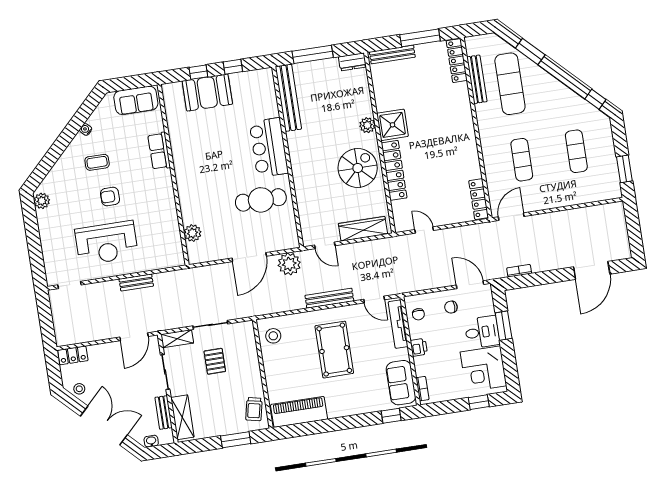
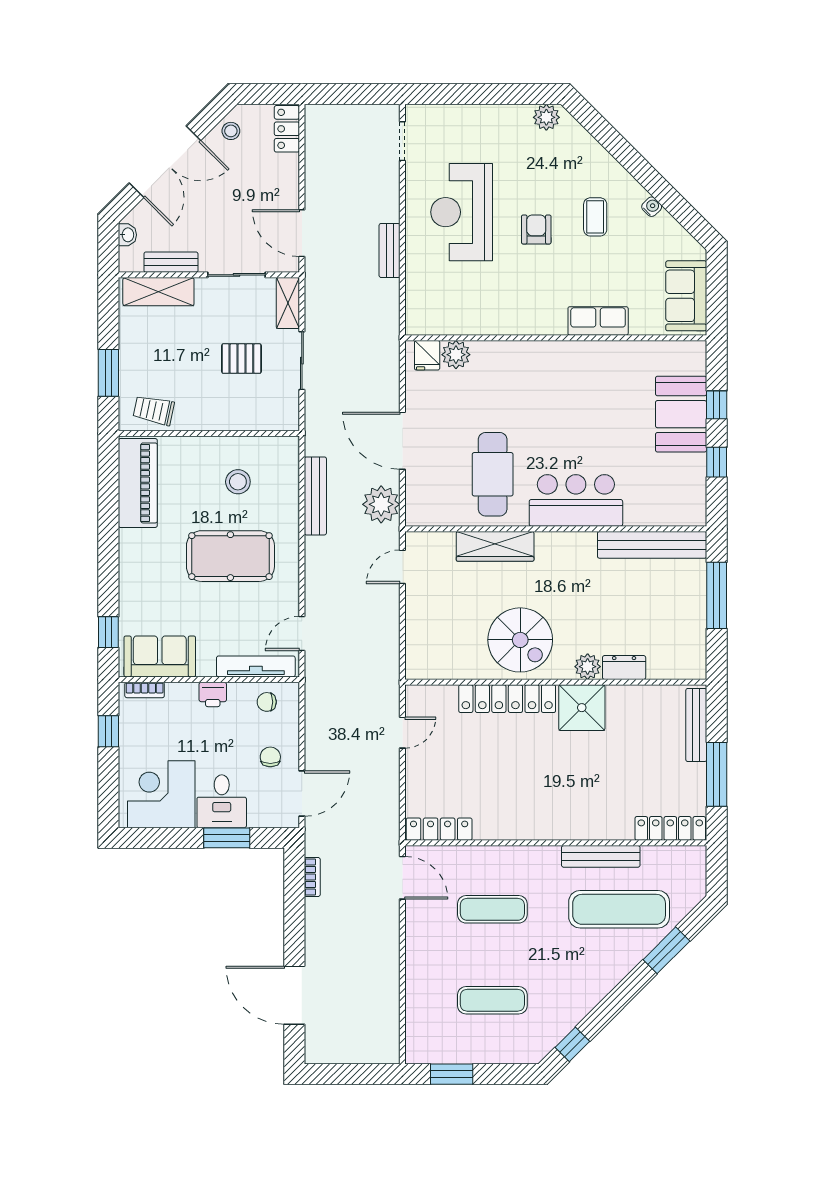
dresser: (352, 62) -> (624, 667), moved, turned 90
bench: (477, 79) -> (601, 856), moved
wardrobe: (363, 229) -> (495, 546), moved, turned 90
fridge: (196, 250) -> (427, 355), added
bench: (329, 298) -> (315, 496), moved
stool: (273, 336) -> (238, 482), moved
window: (479, 402) -> (108, 731), moved

